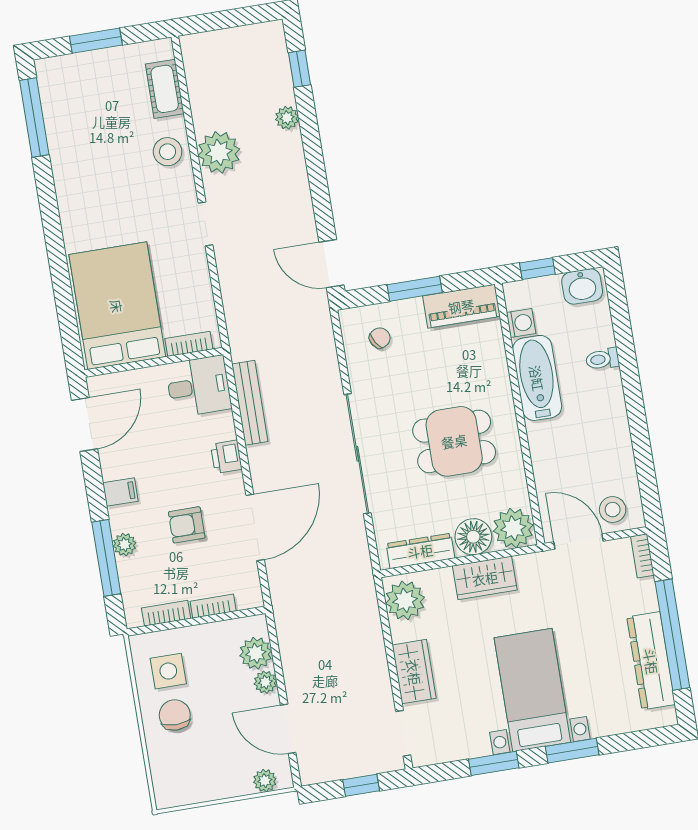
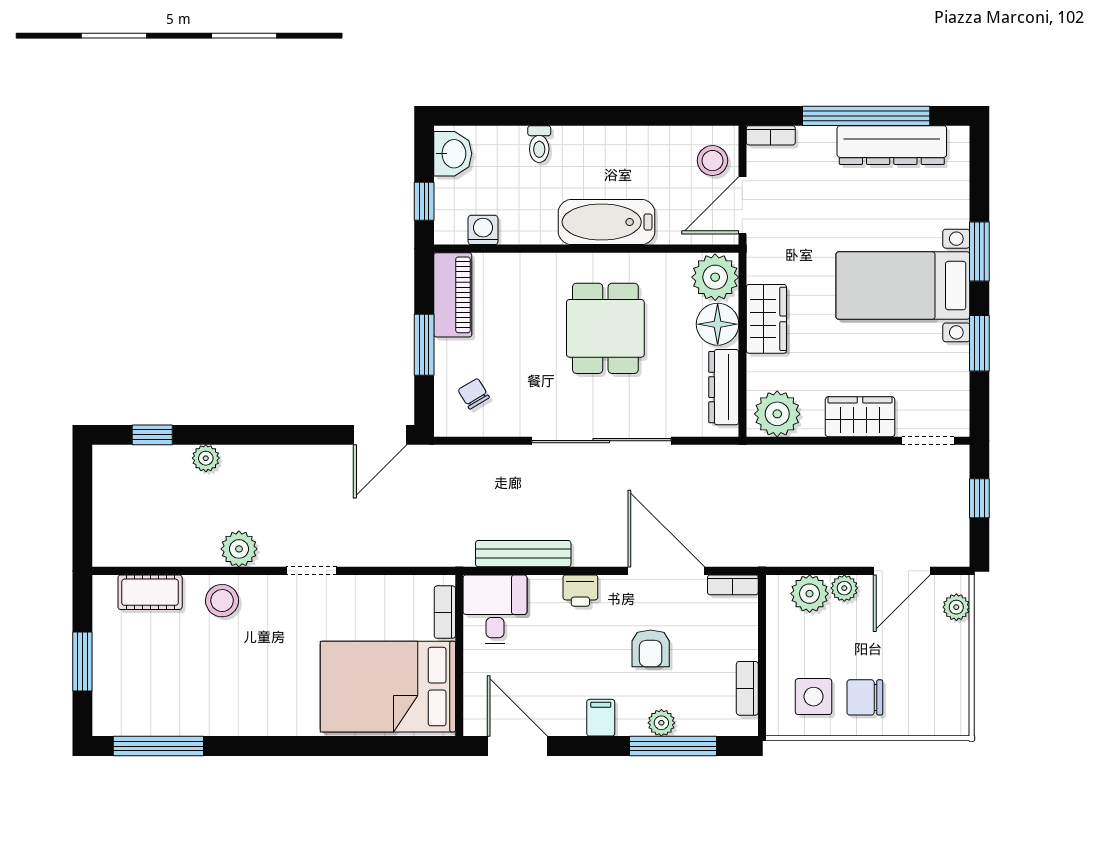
plant: (219, 152) -> (239, 549), width x0.73, depth x0.73
bathtub: (537, 378) -> (606, 222), moved
bookcase: (213, 606) -> (733, 585), moved, turned -90

